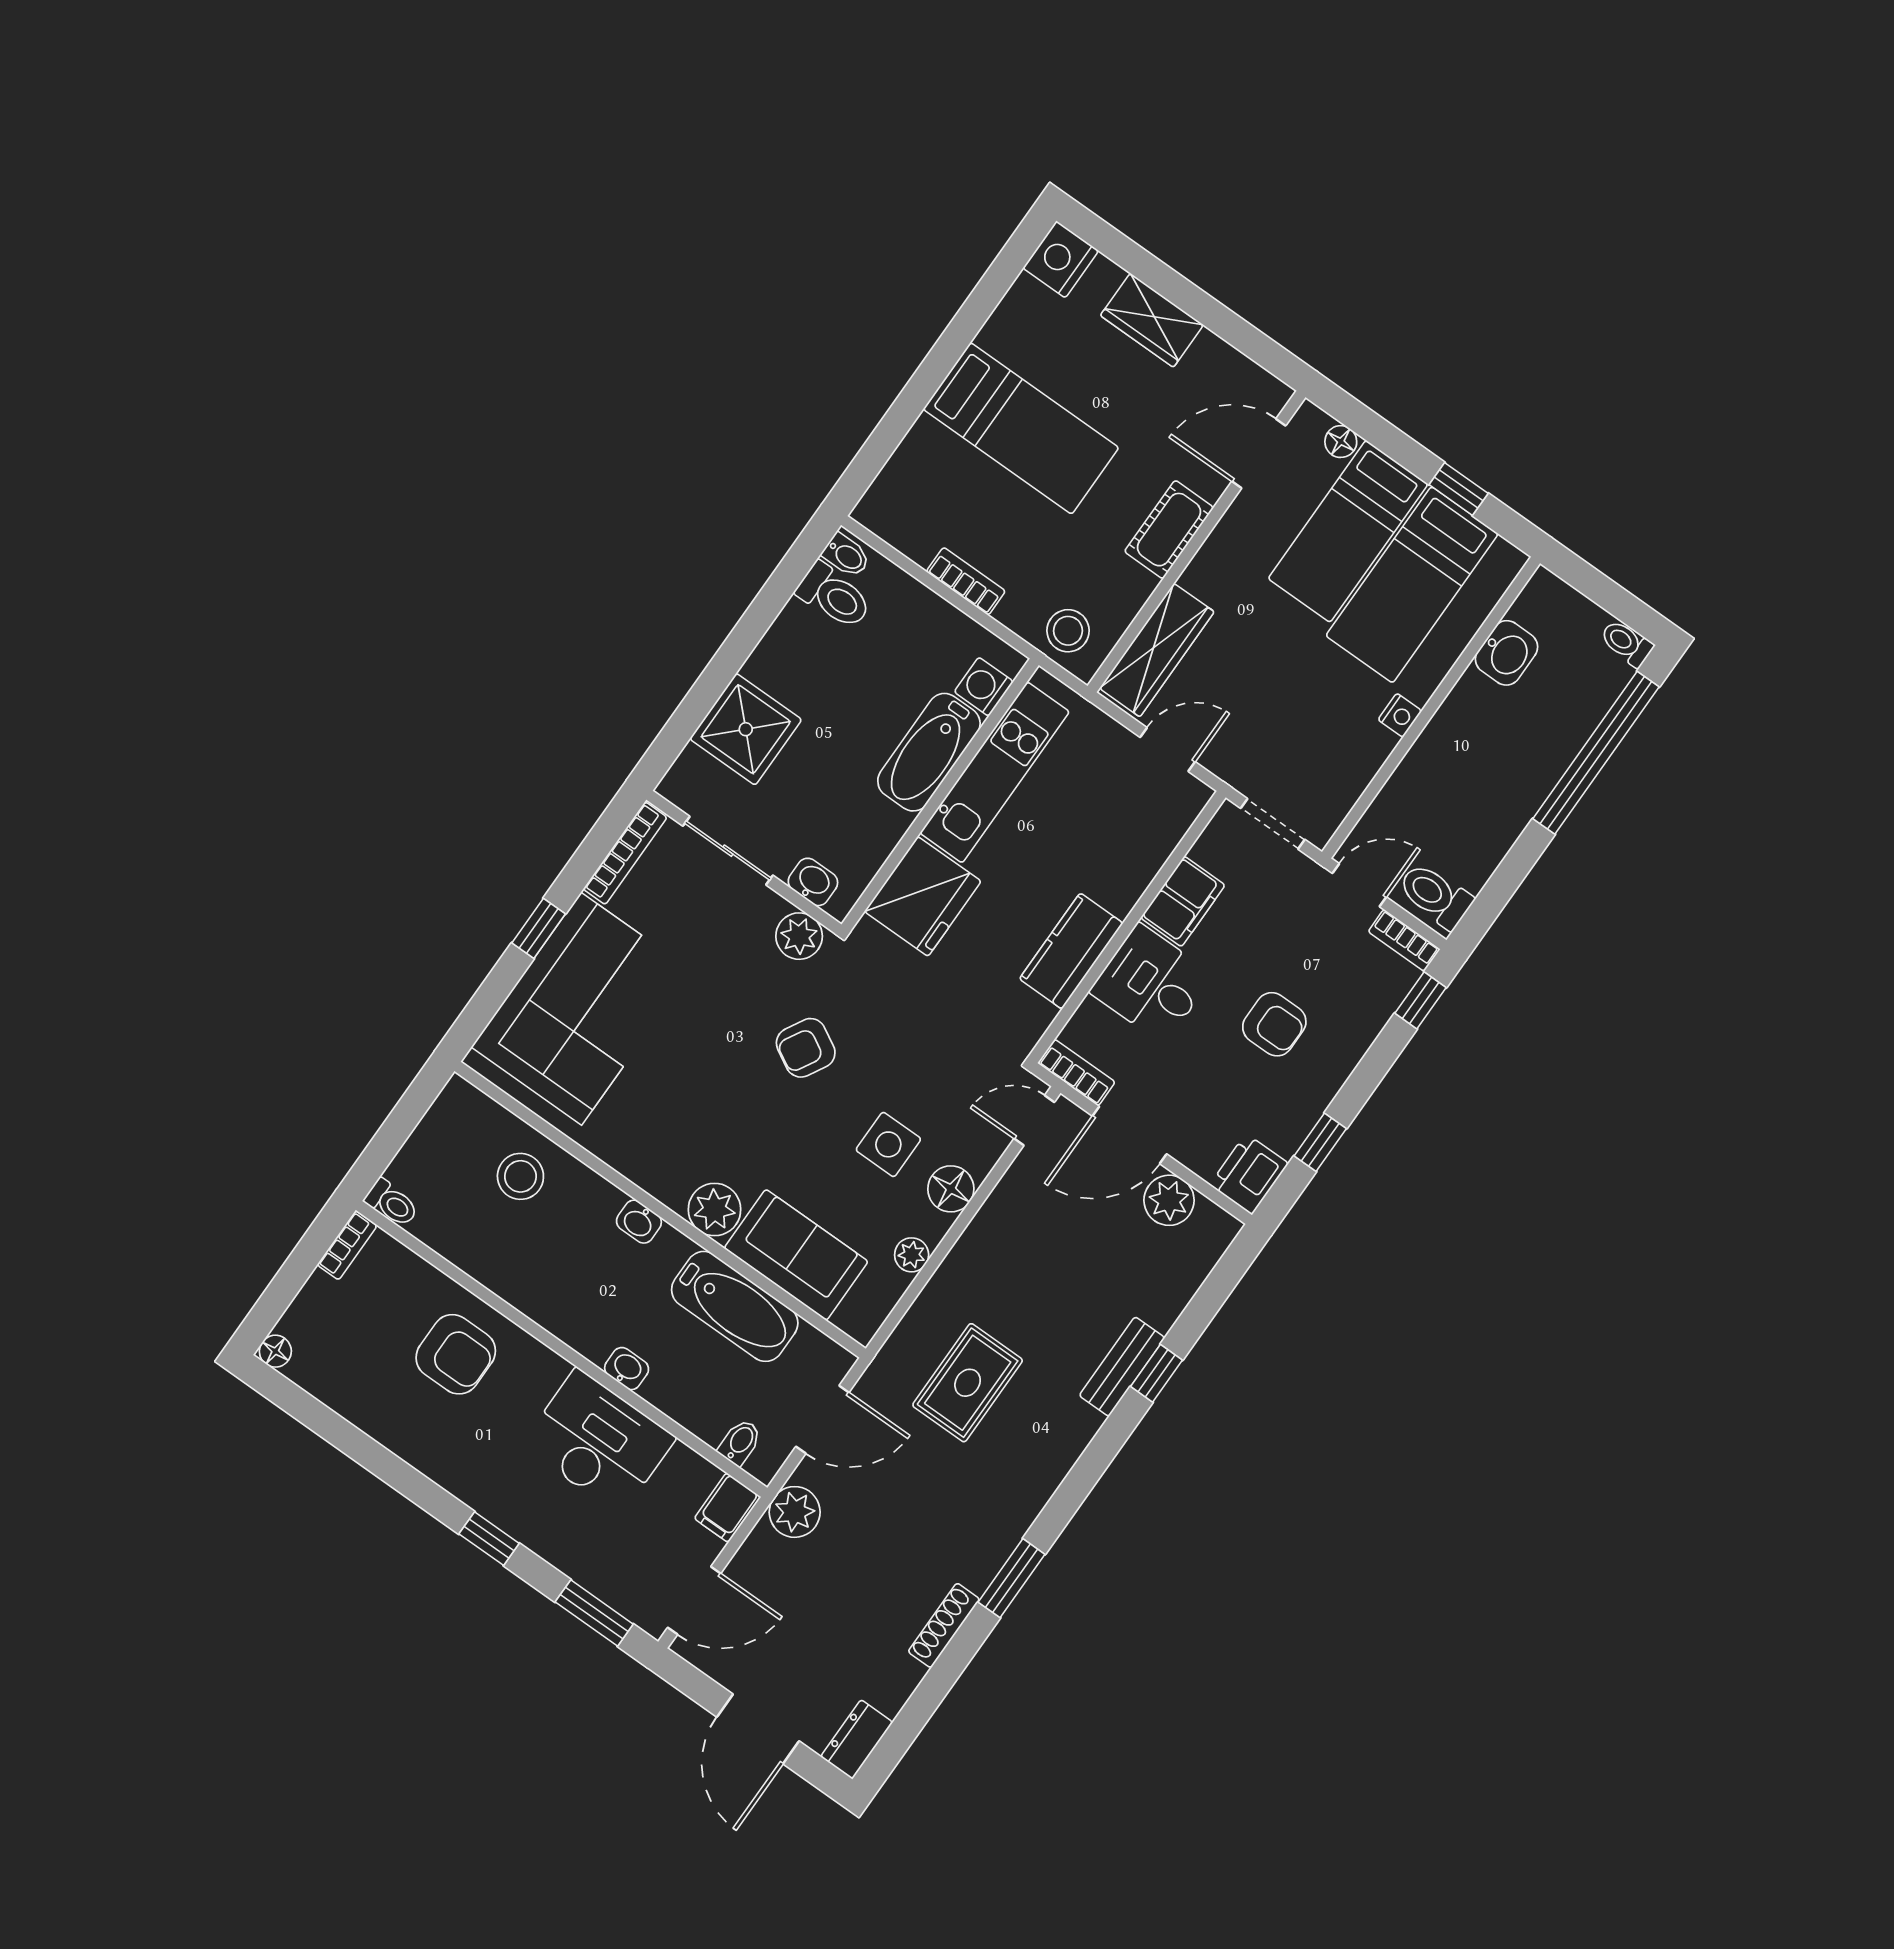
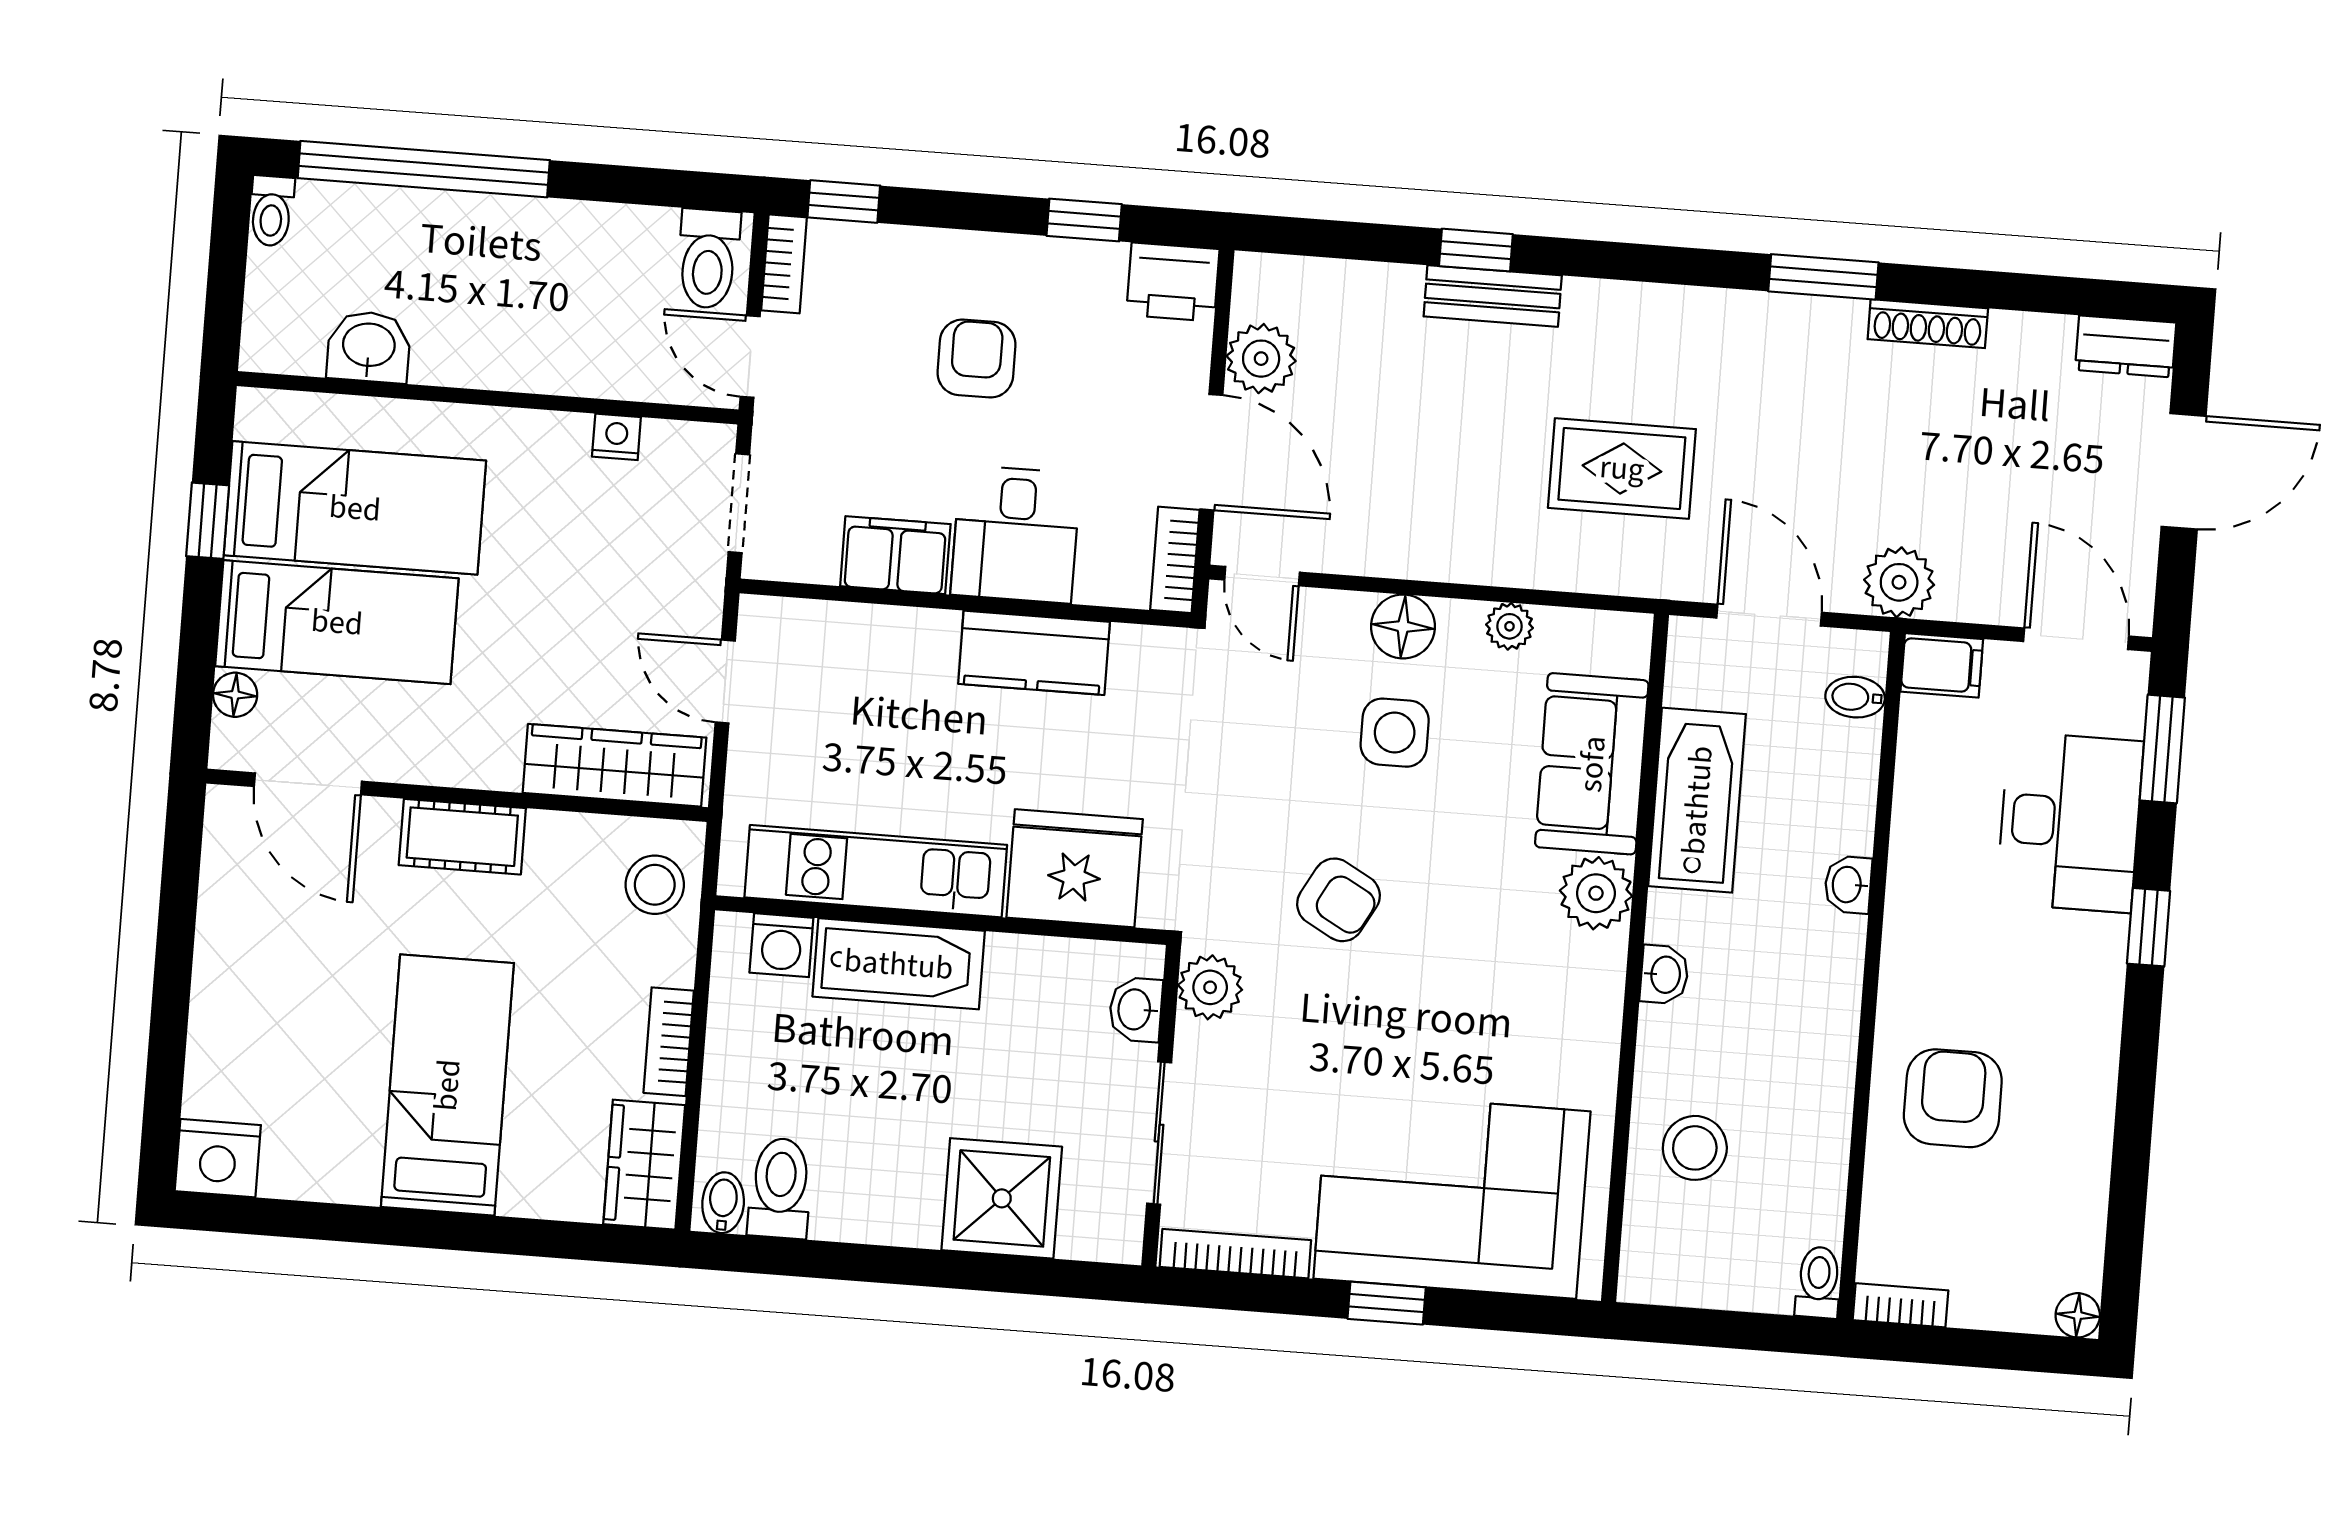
wardrobe: (1152, 320) -> (644, 1165), moved, turned 180
nightstand: (1400, 715) -> (616, 437), moved
desk: (598, 1442) -> (2070, 822), moved, turned 180

